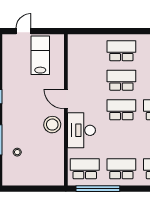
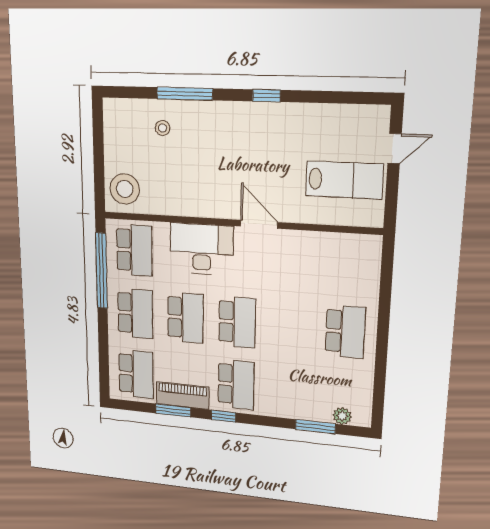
door: (23, 31) -> (395, 149), hinge flipped
school desk: (121, 80) -> (185, 318), moved
door: (66, 99) -> (259, 224), hinge flipped
stool: (52, 125) -> (125, 189), moved

